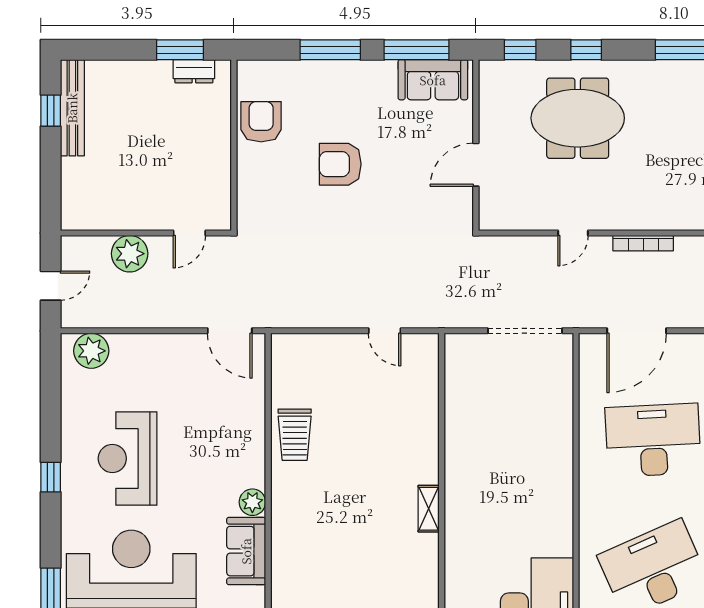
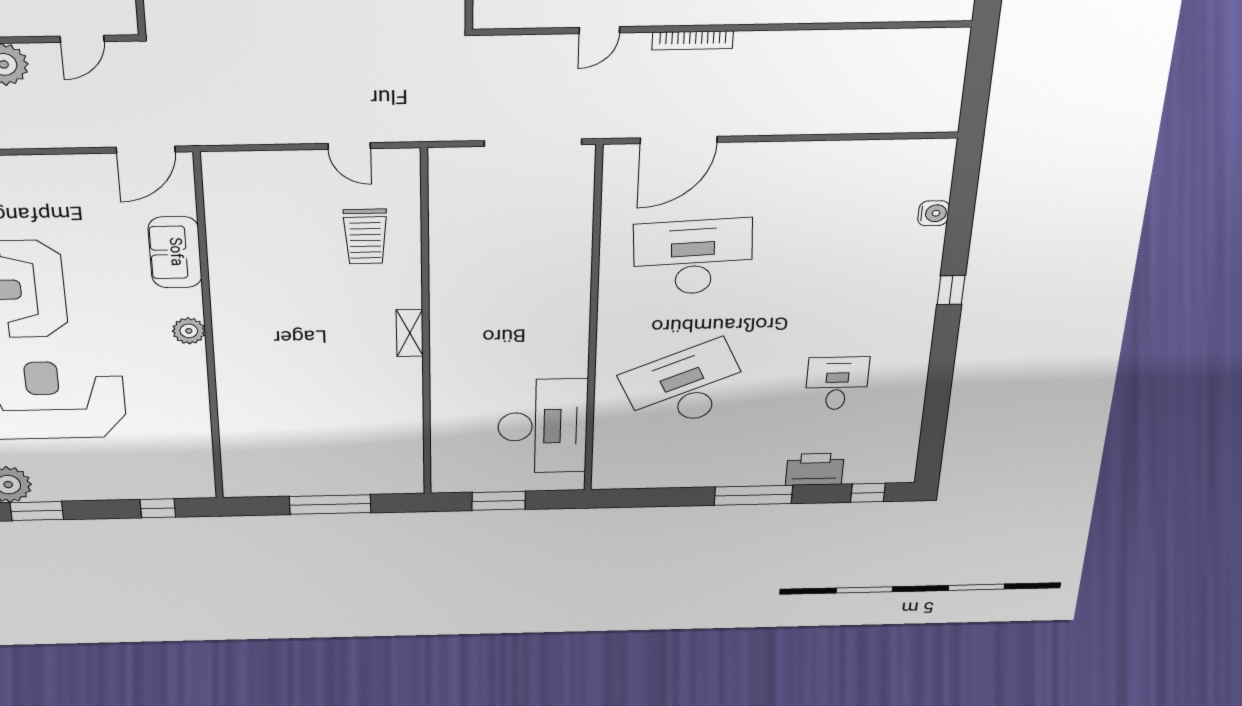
door: (230, 331) -> (146, 150), hinge flipped
trolley: (295, 435) -> (365, 237), moved
sofa: (246, 551) -> (175, 252), moved

